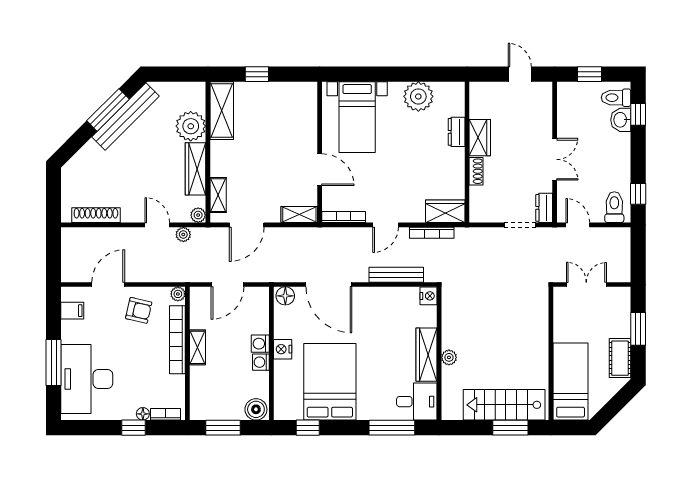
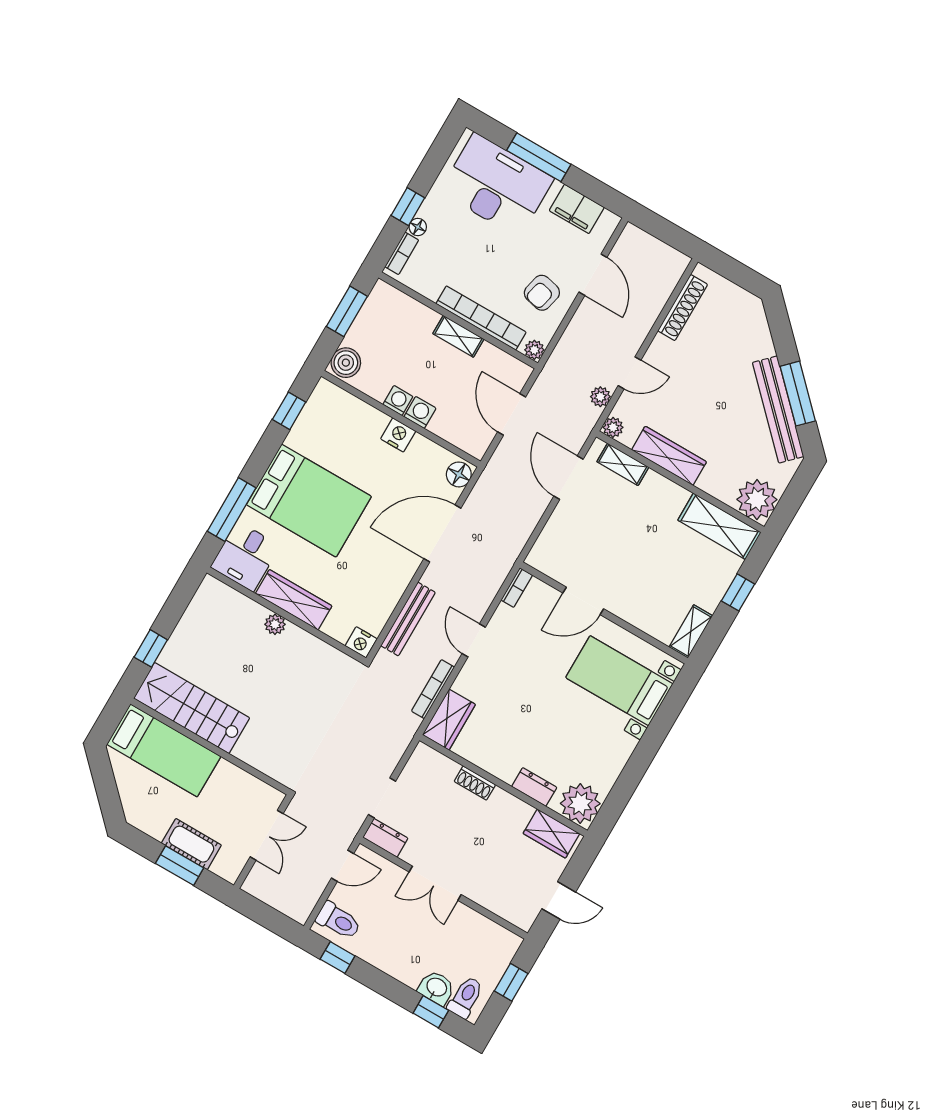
plant: (418, 96) -> (580, 803), moved
plant: (191, 126) -> (757, 500), moved
wardrobe: (480, 138) -> (551, 834), moved
shelving: (299, 214) -> (691, 631), moved
bookcase: (344, 217) -> (517, 588), width x0.64
filing cabinet: (72, 311) -> (577, 209), width x2.00
cot: (620, 358) -> (191, 844), moved
bed: (330, 382) -> (309, 501), moved
stairs: (504, 405) -> (192, 708), moved, turned -90
window: (510, 428) -> (151, 648), width x0.67

